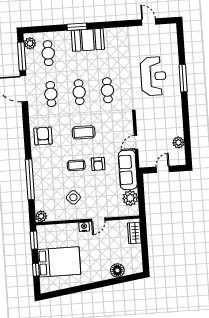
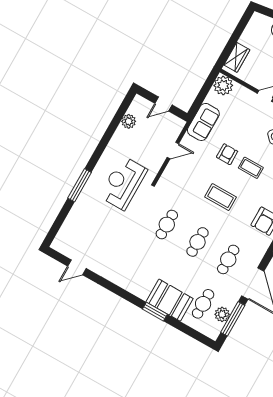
door: (149, 22) -> (77, 267), hinge flipped
booth: (88, 40) -> (170, 300), moved
plant: (30, 43) -> (222, 314), moved
reception desk: (153, 76) -> (123, 183), moved
sofa: (128, 170) -> (203, 122), width x0.73
plant: (130, 198) -> (223, 85), moved

